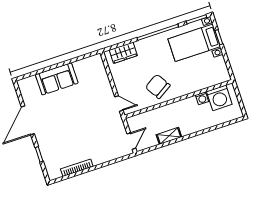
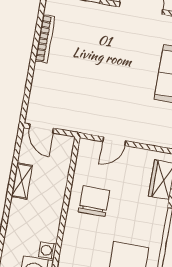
chair: (158, 86) -> (94, 201), turned -58
door: (119, 103) -> (114, 141), moved

